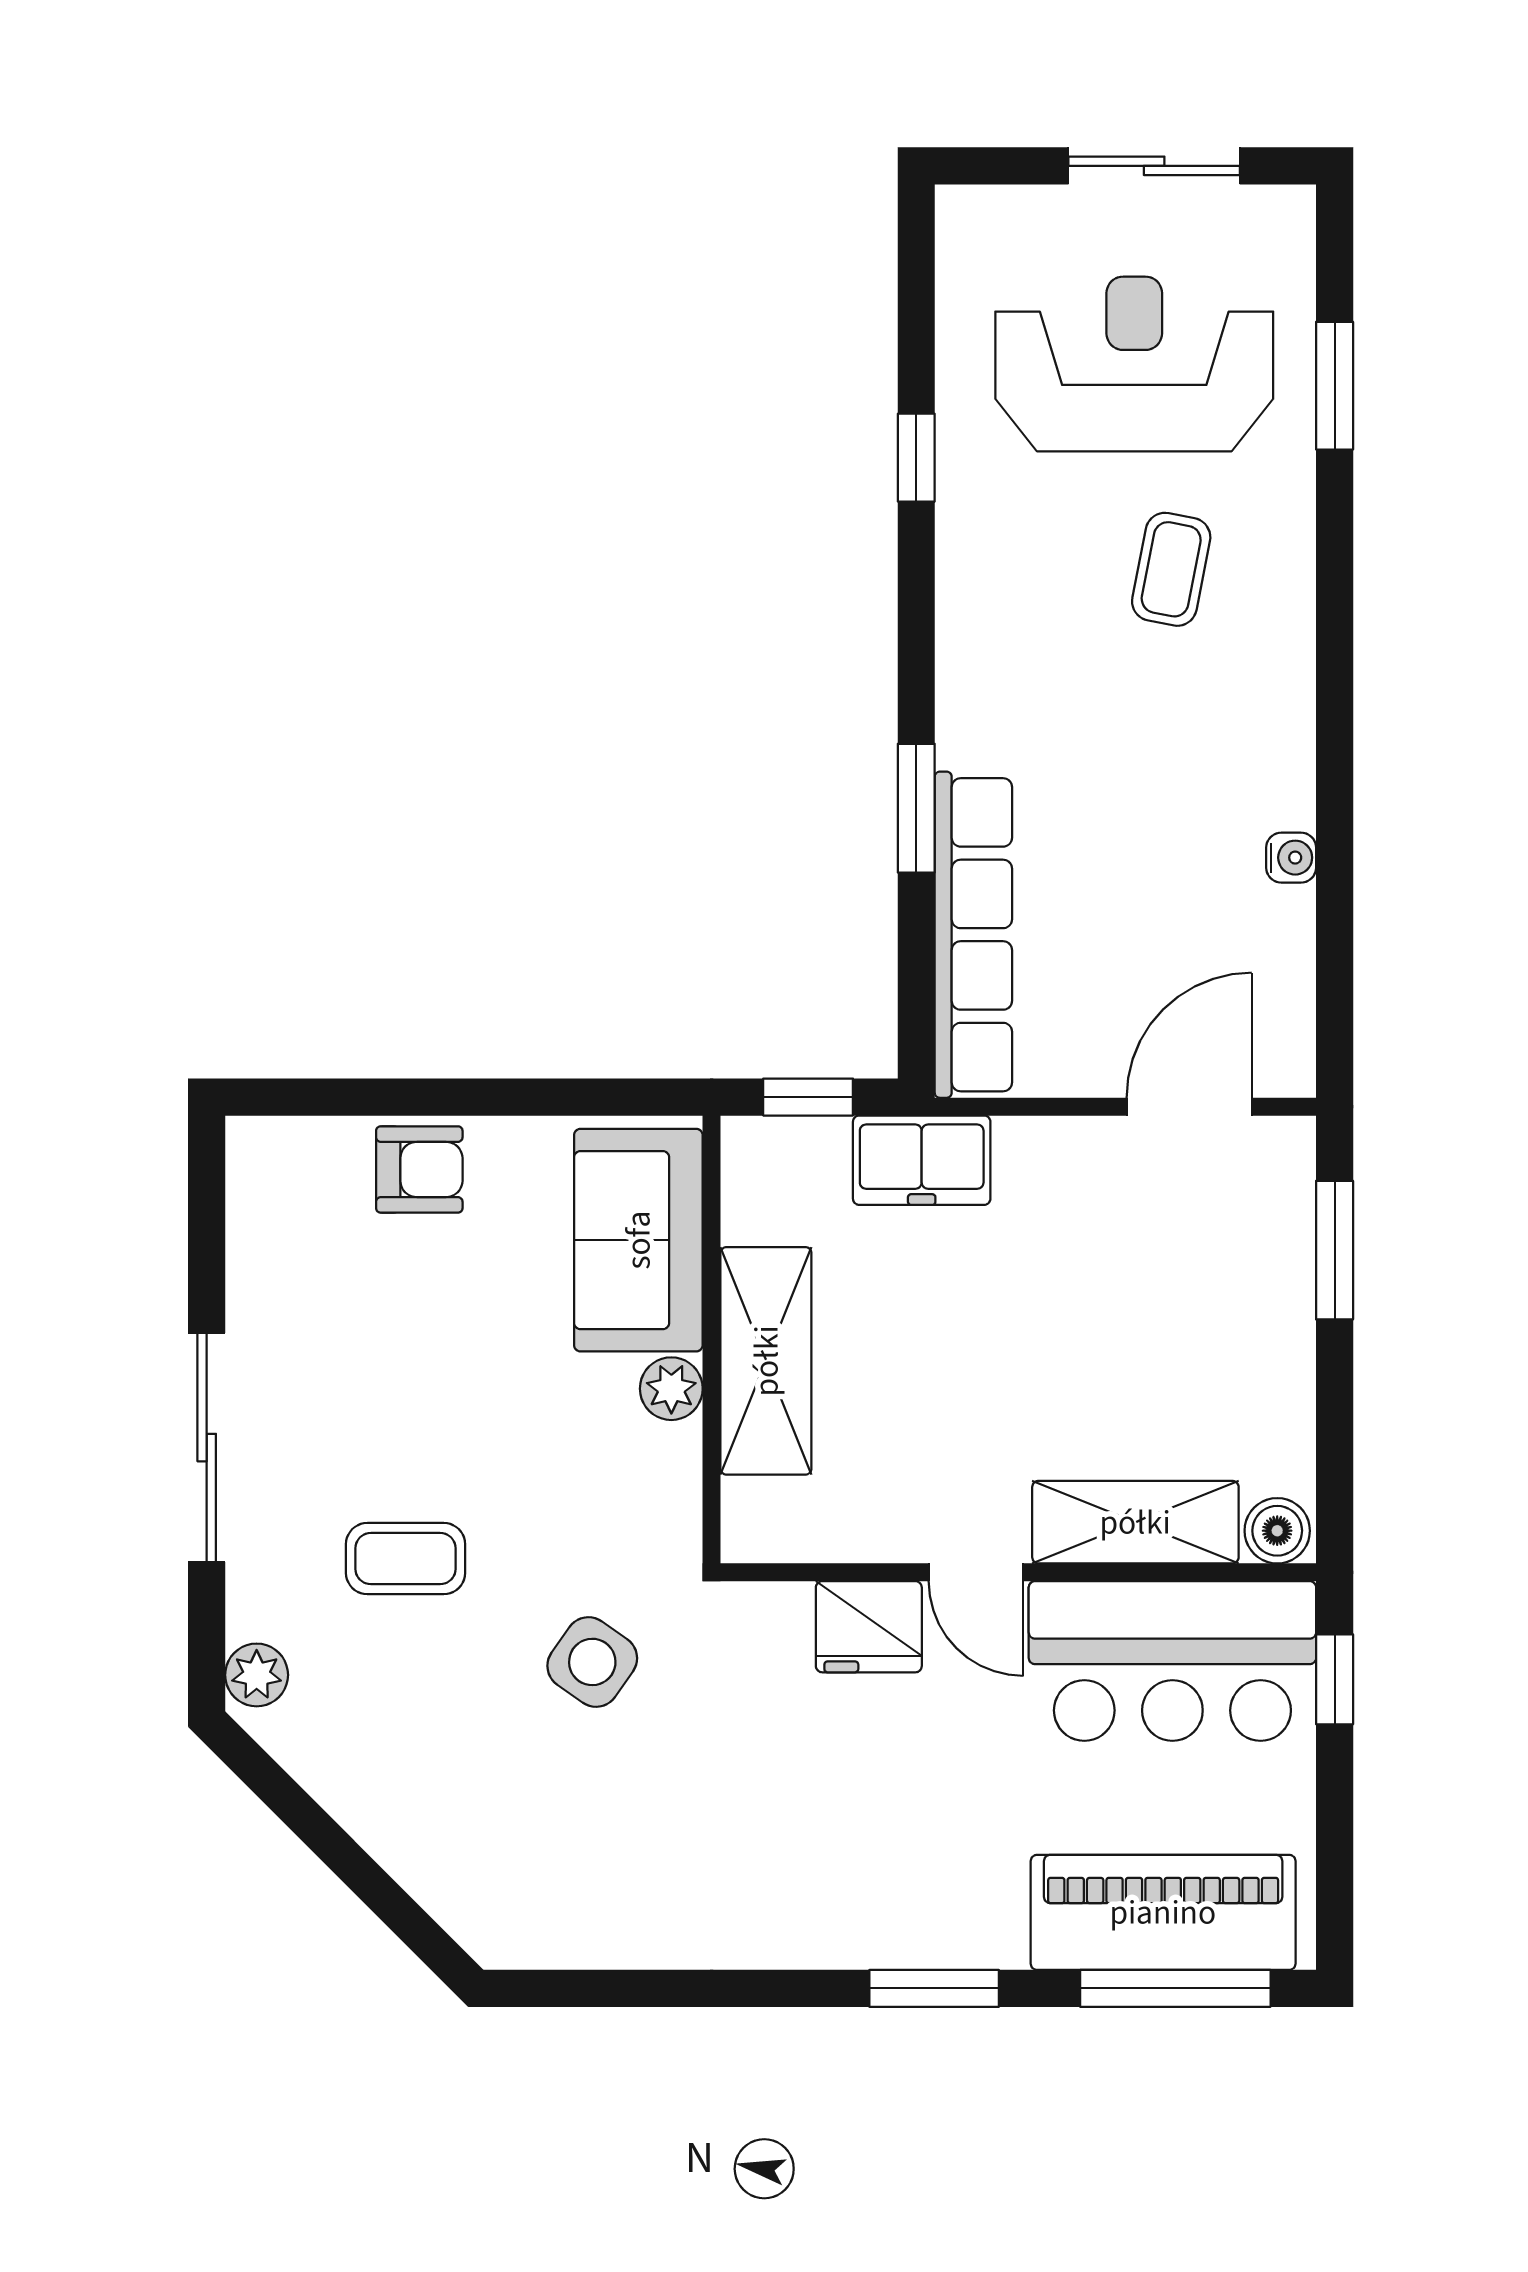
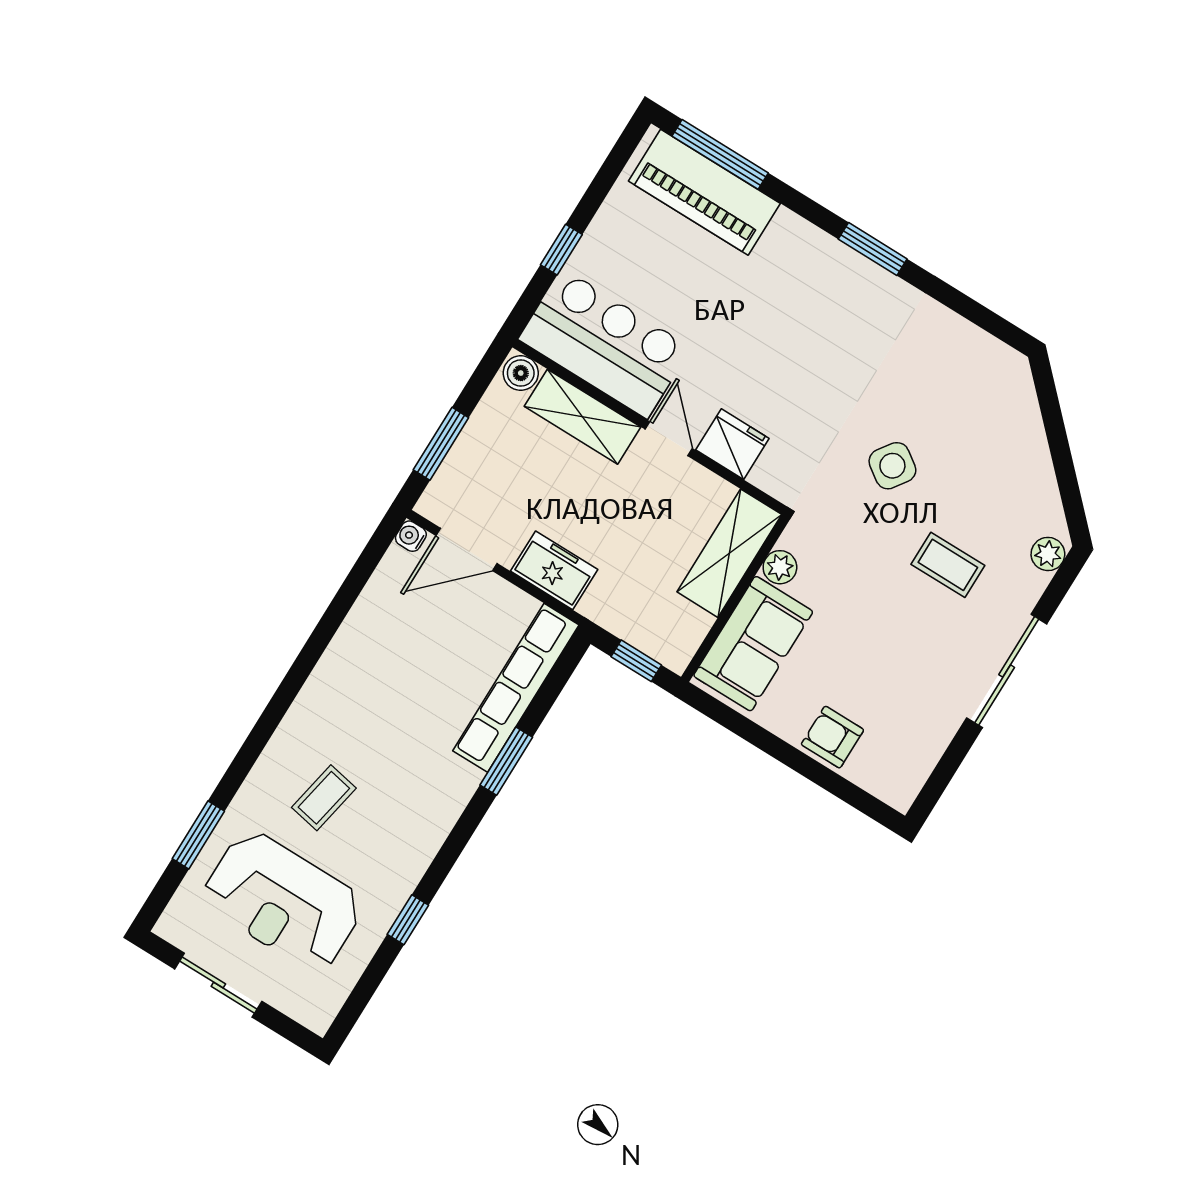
water cooler: (1291, 858) -> (411, 536), moved
freezer: (922, 1160) -> (554, 570), moved
shelving: (1135, 1522) -> (583, 417), moved
boiler: (1277, 1531) -> (521, 373), moved
door: (976, 1572) -> (669, 439), moved
wall: (1018, 1572) -> (650, 427), moved
fridge: (869, 1627) -> (732, 444), moved
bar counter: (1172, 1661) -> (605, 344), moved
window: (934, 1988) -> (873, 249), moved

